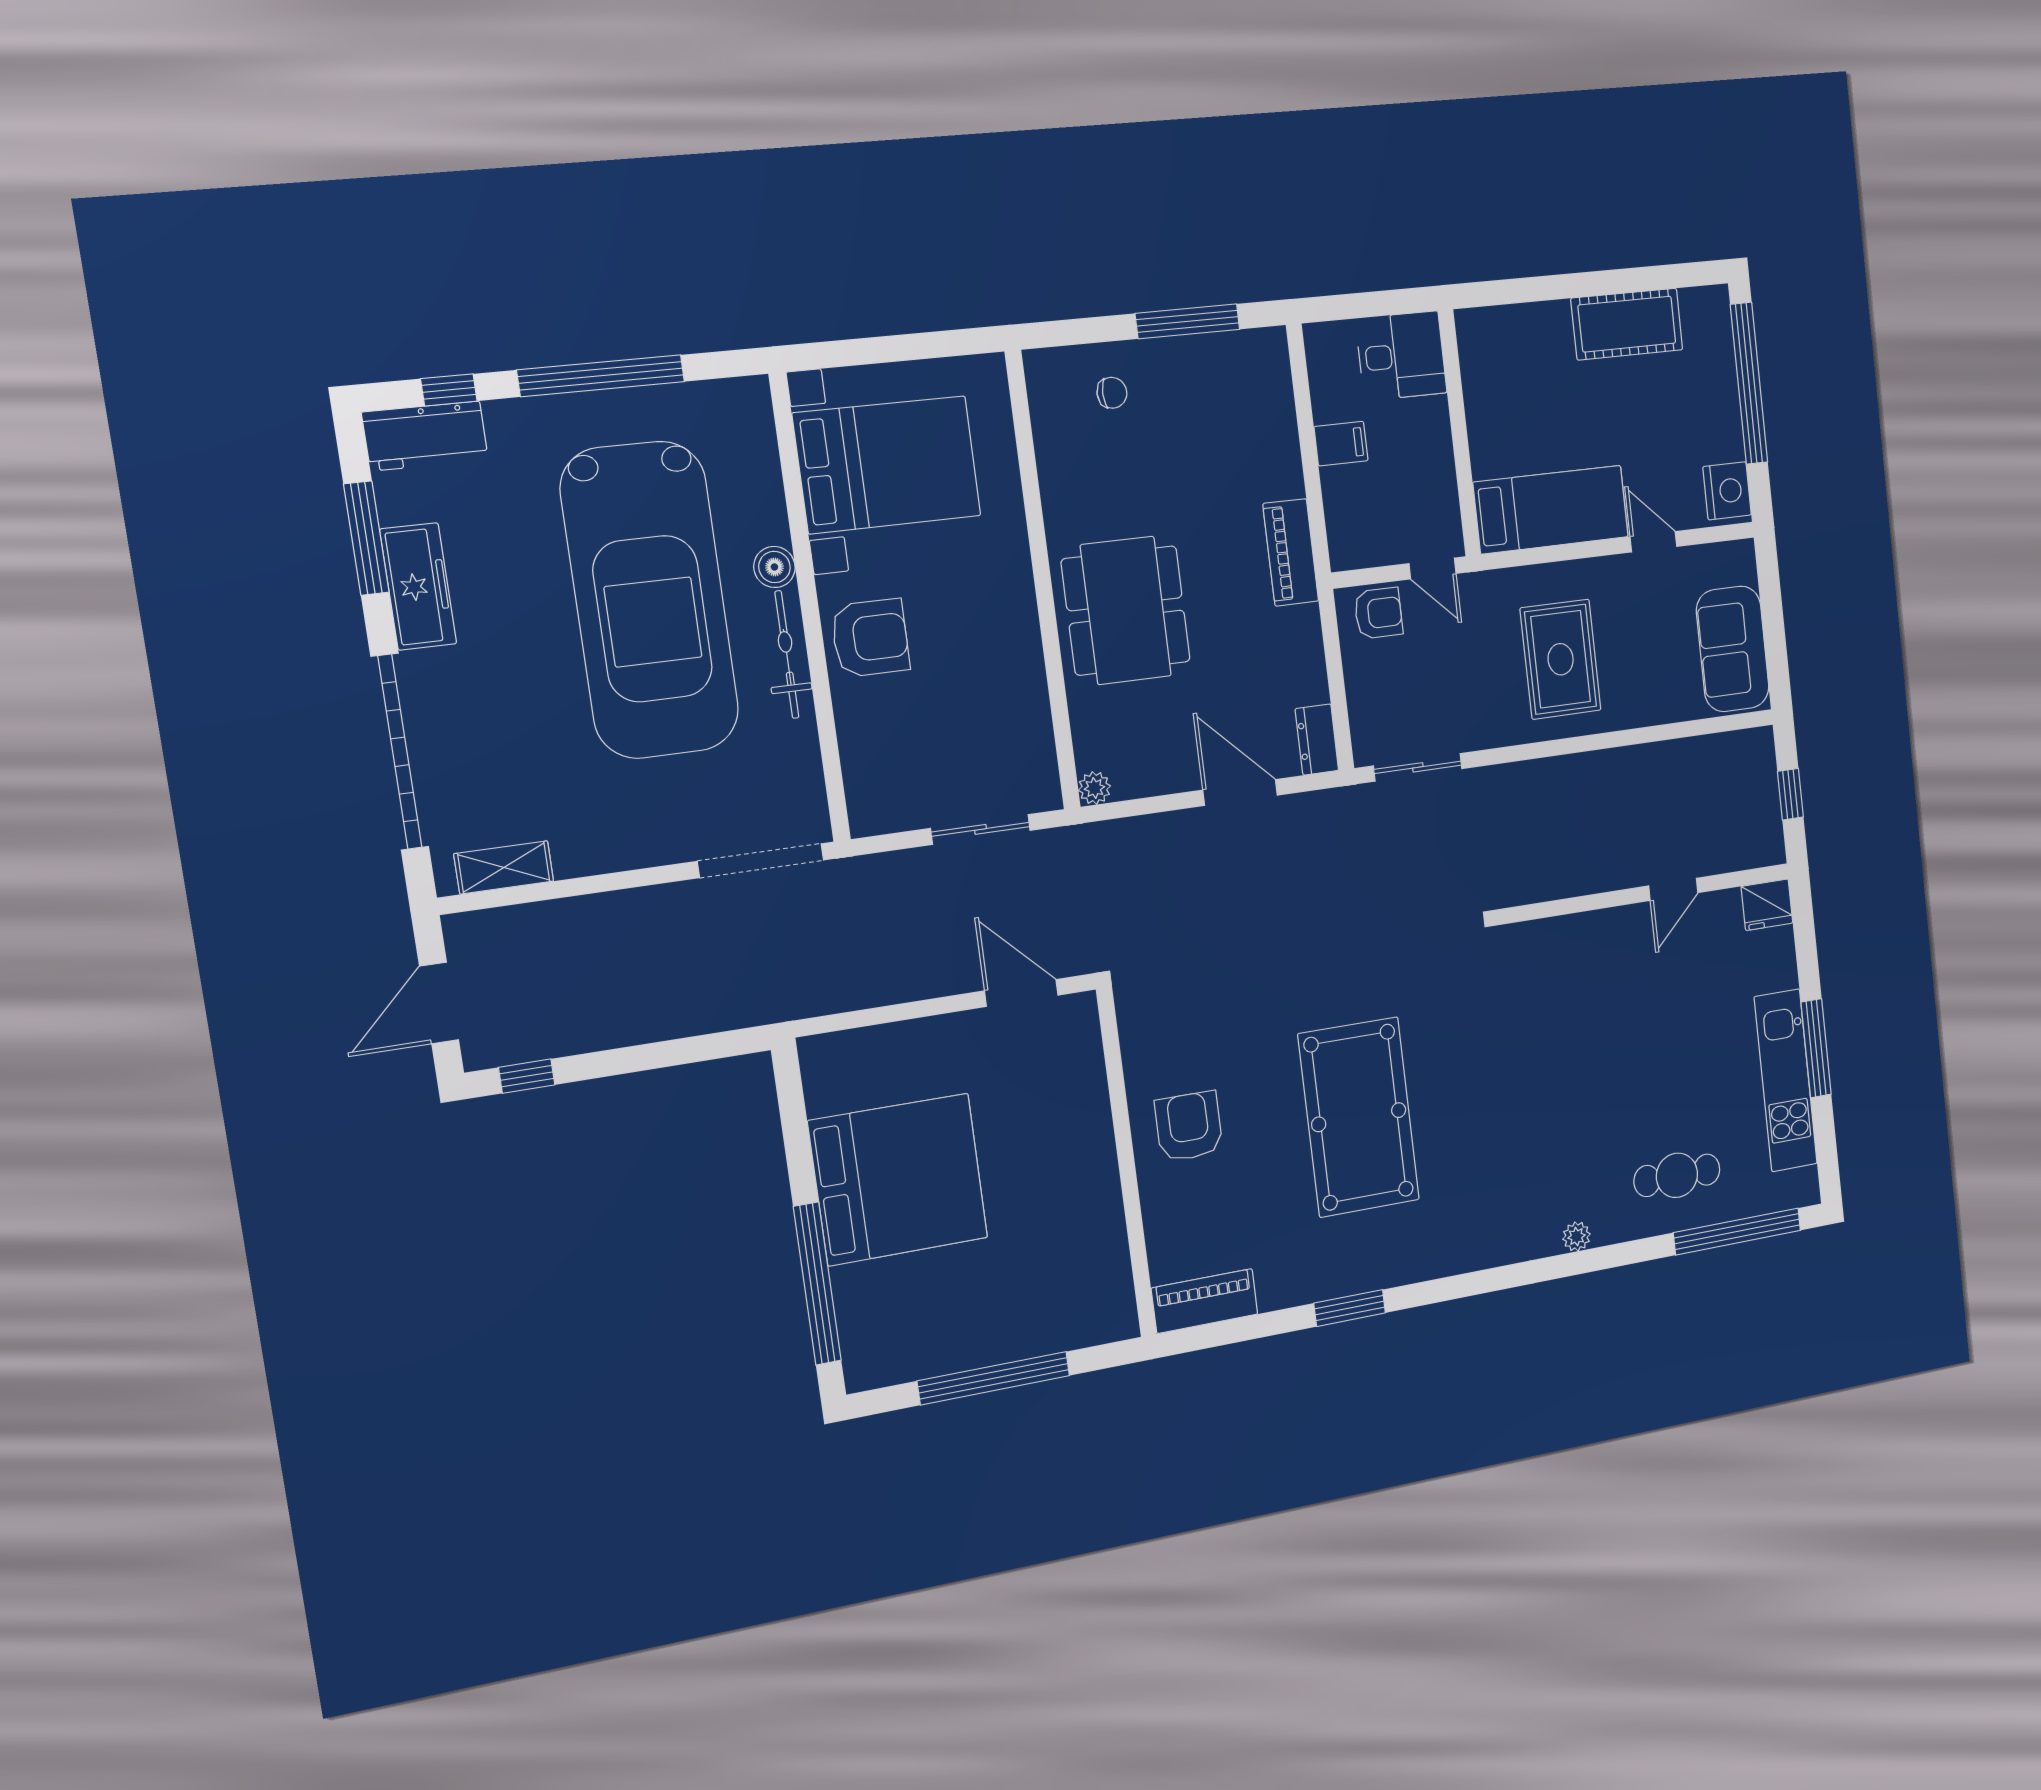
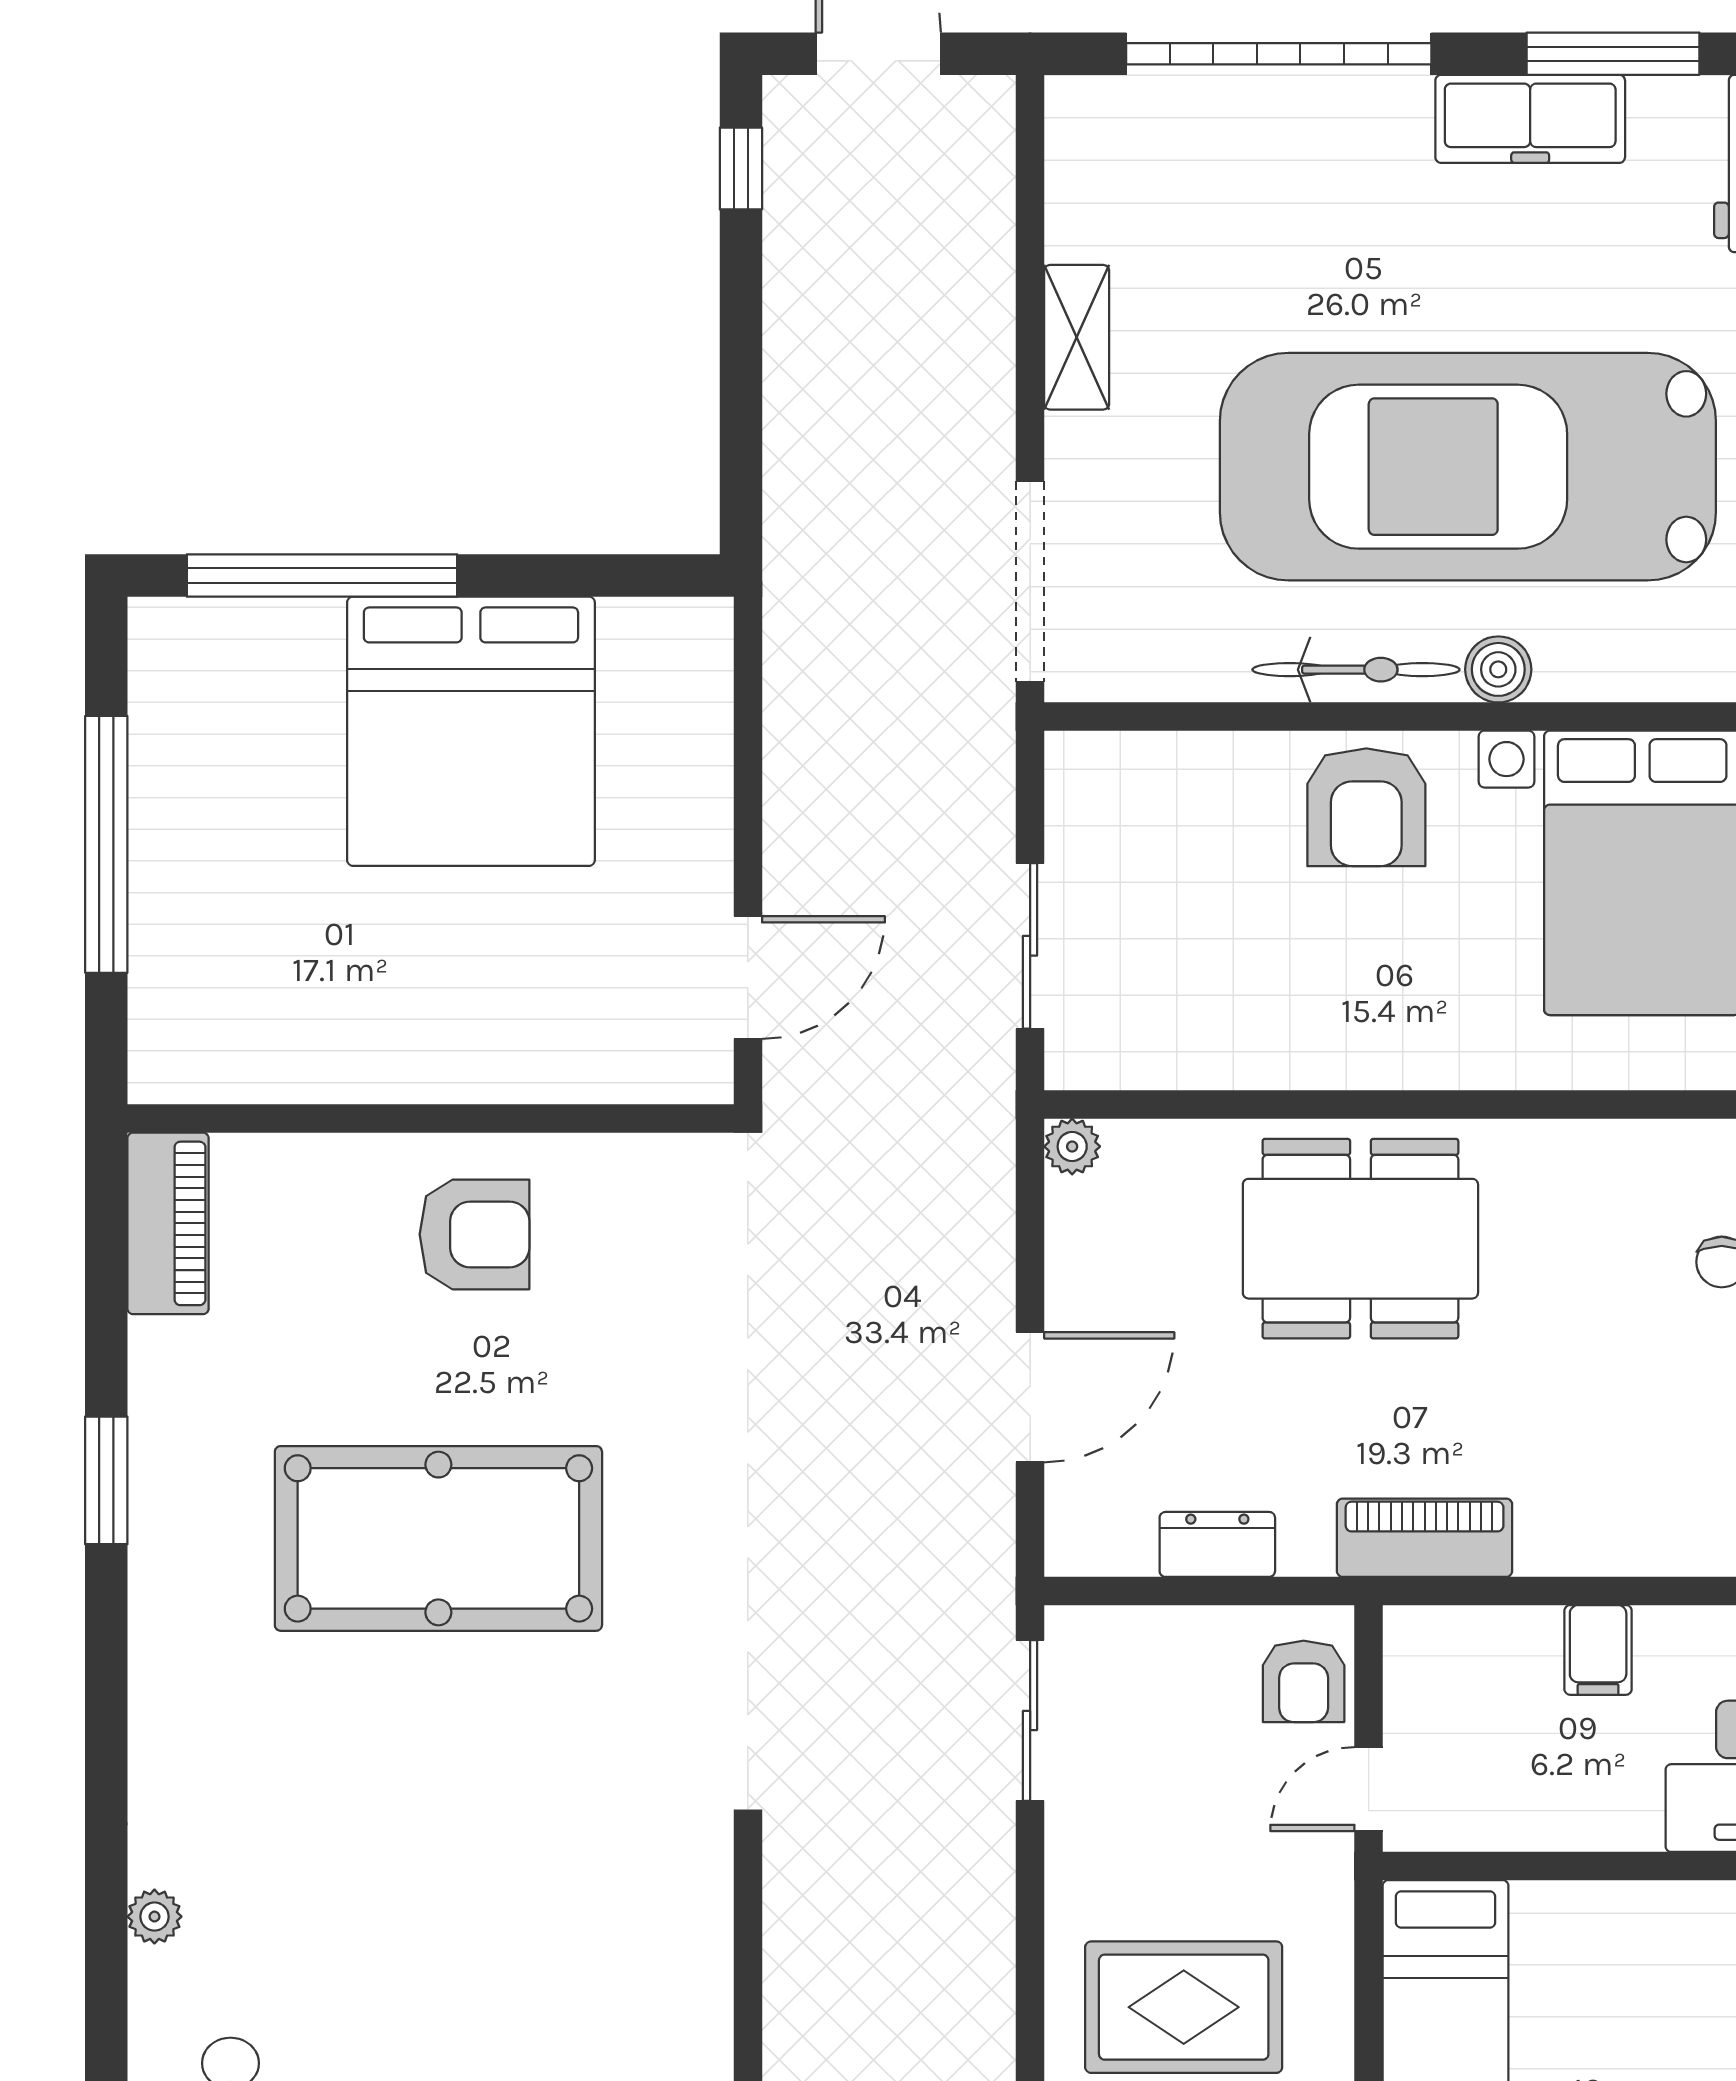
dresser: (1317, 740) -> (1217, 1544), moved
shelving: (504, 867) -> (1077, 337), moved

